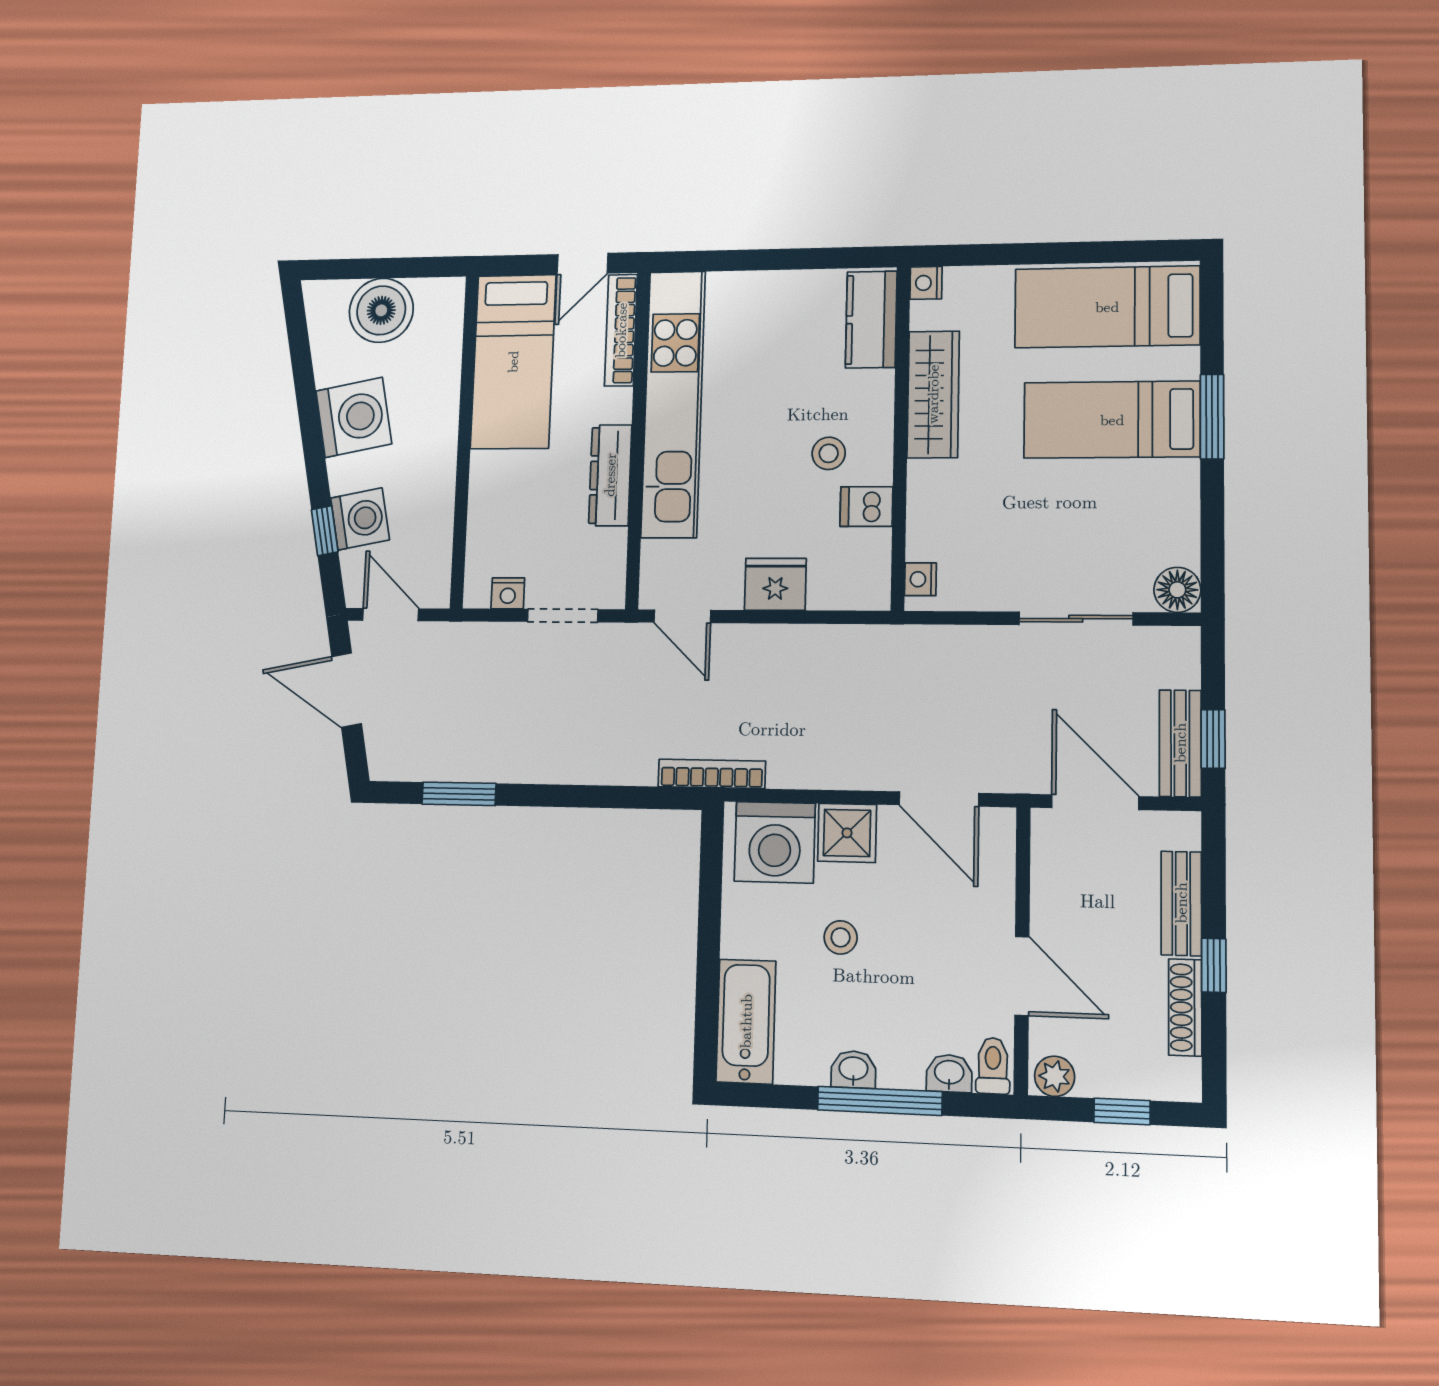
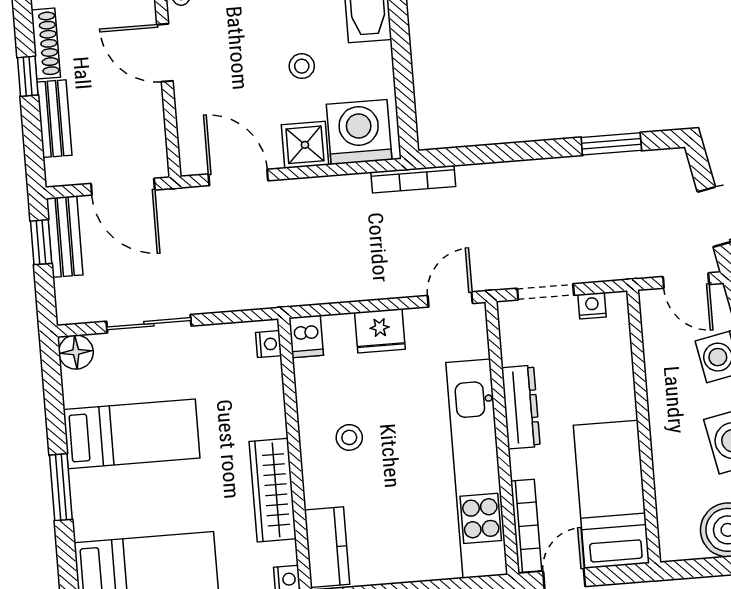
bed: (1112, 420) -> (132, 434), moved
dishwasher: (866, 506) -> (306, 337), moved, turned 90
door: (682, 616) -> (450, 299), hinge flipped

